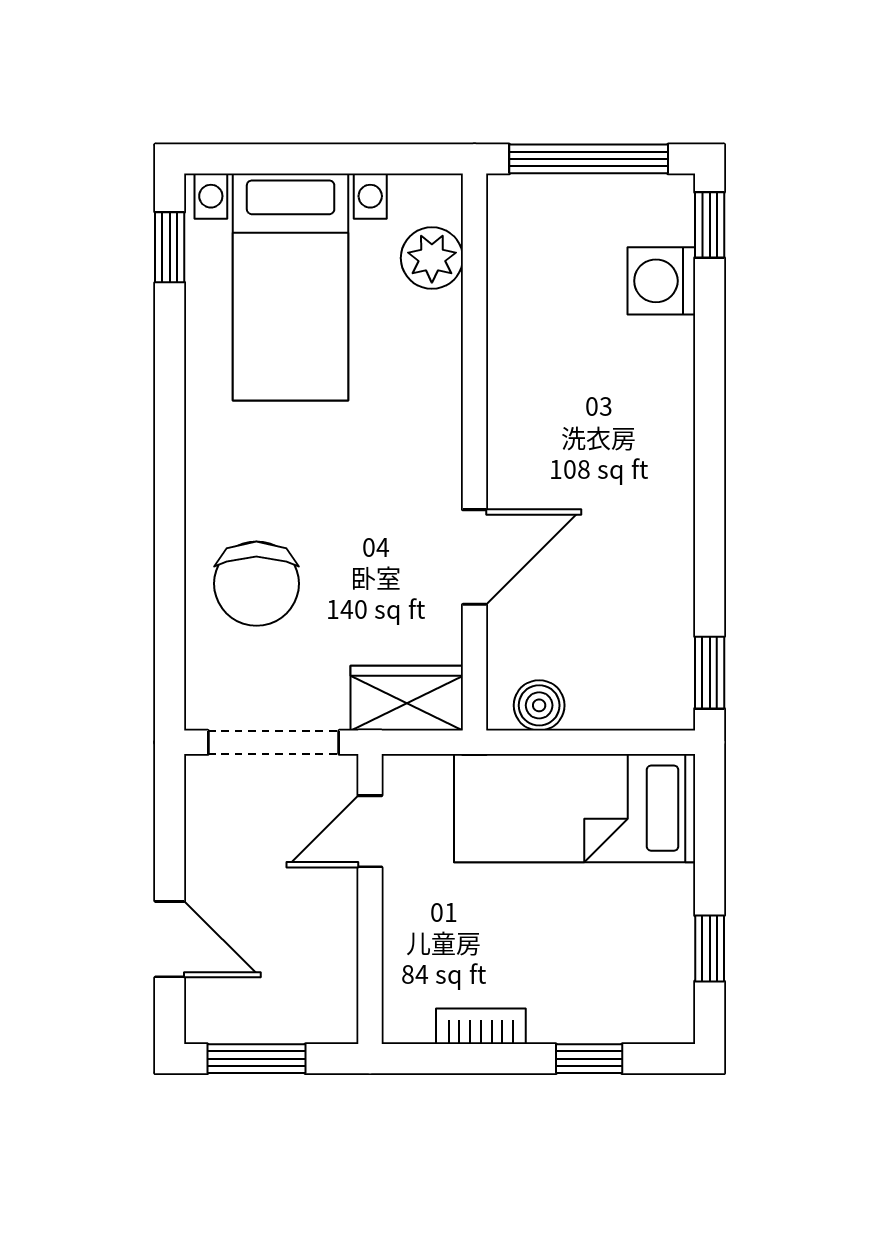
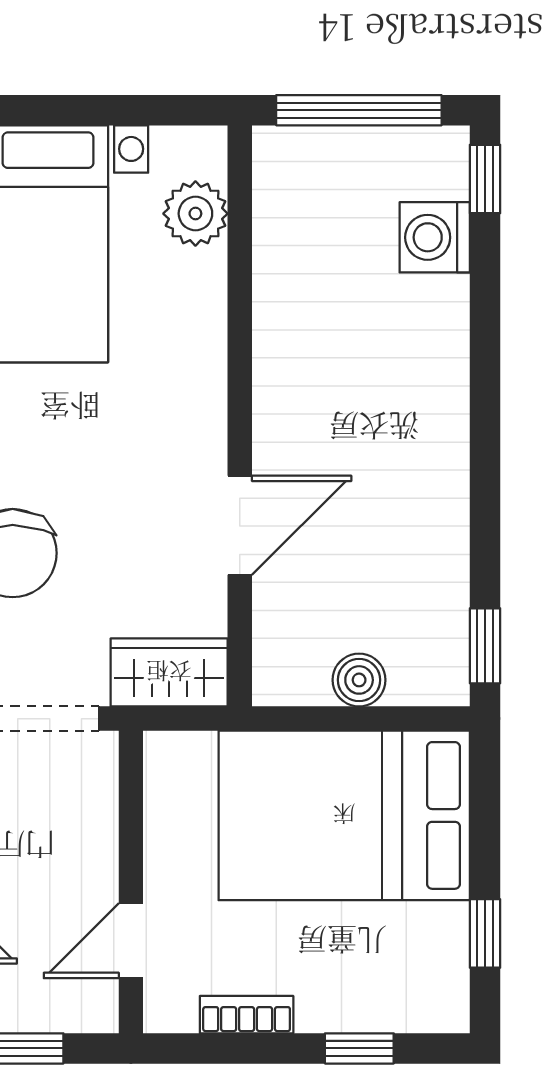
boiler: (539, 705) -> (359, 680), moved
bed: (575, 808) -> (344, 815), width x1.50
door: (370, 831) -> (131, 941), moved

